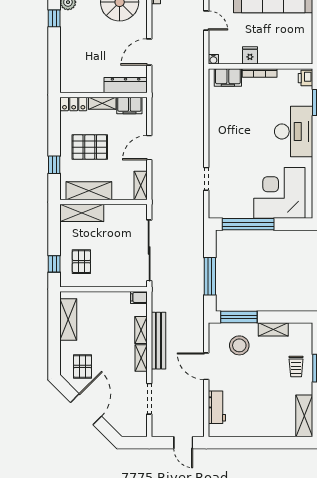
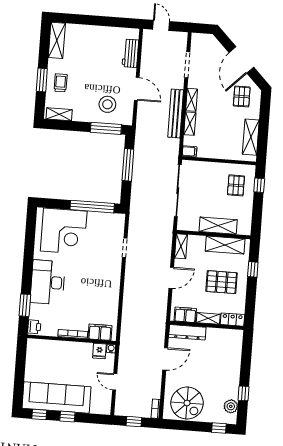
fridge: (250, 55) -> (99, 351), moved
shelving: (82, 213) -> (218, 226), moved
shelving: (273, 329) -> (59, 114), moved

